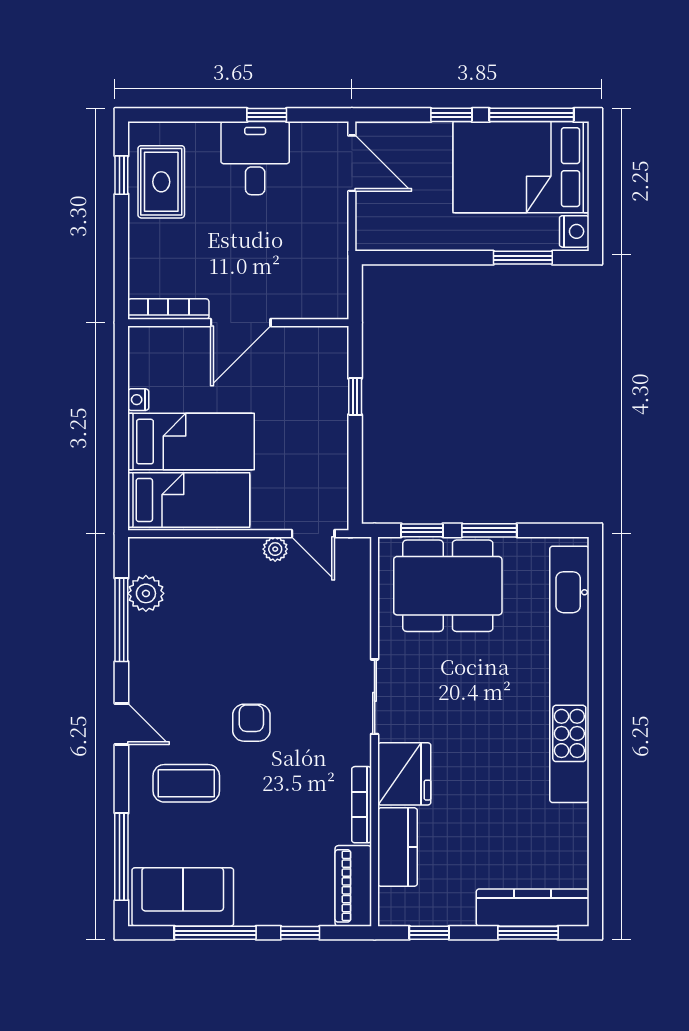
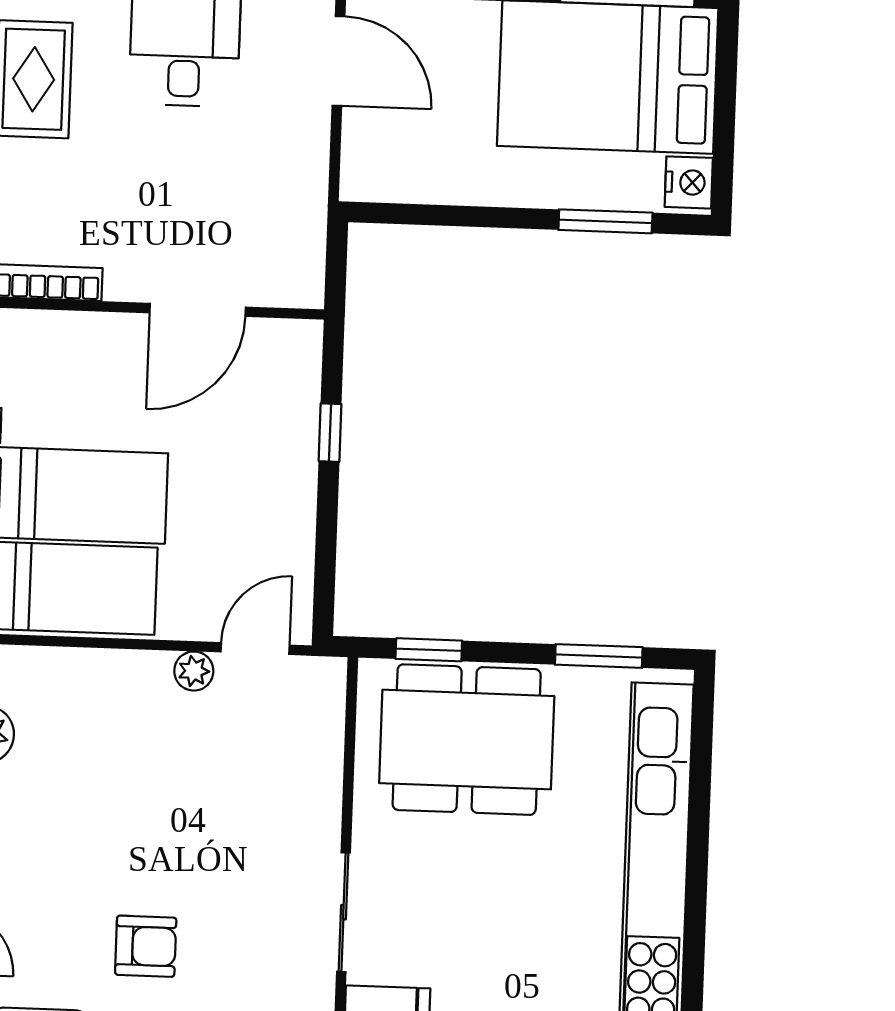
door: (241, 323) -> (198, 310), moved
window: (489, 530) -> (599, 656), moved
door: (313, 534) -> (255, 649), swing flipped
armchair: (251, 723) -> (146, 946), turned 90

